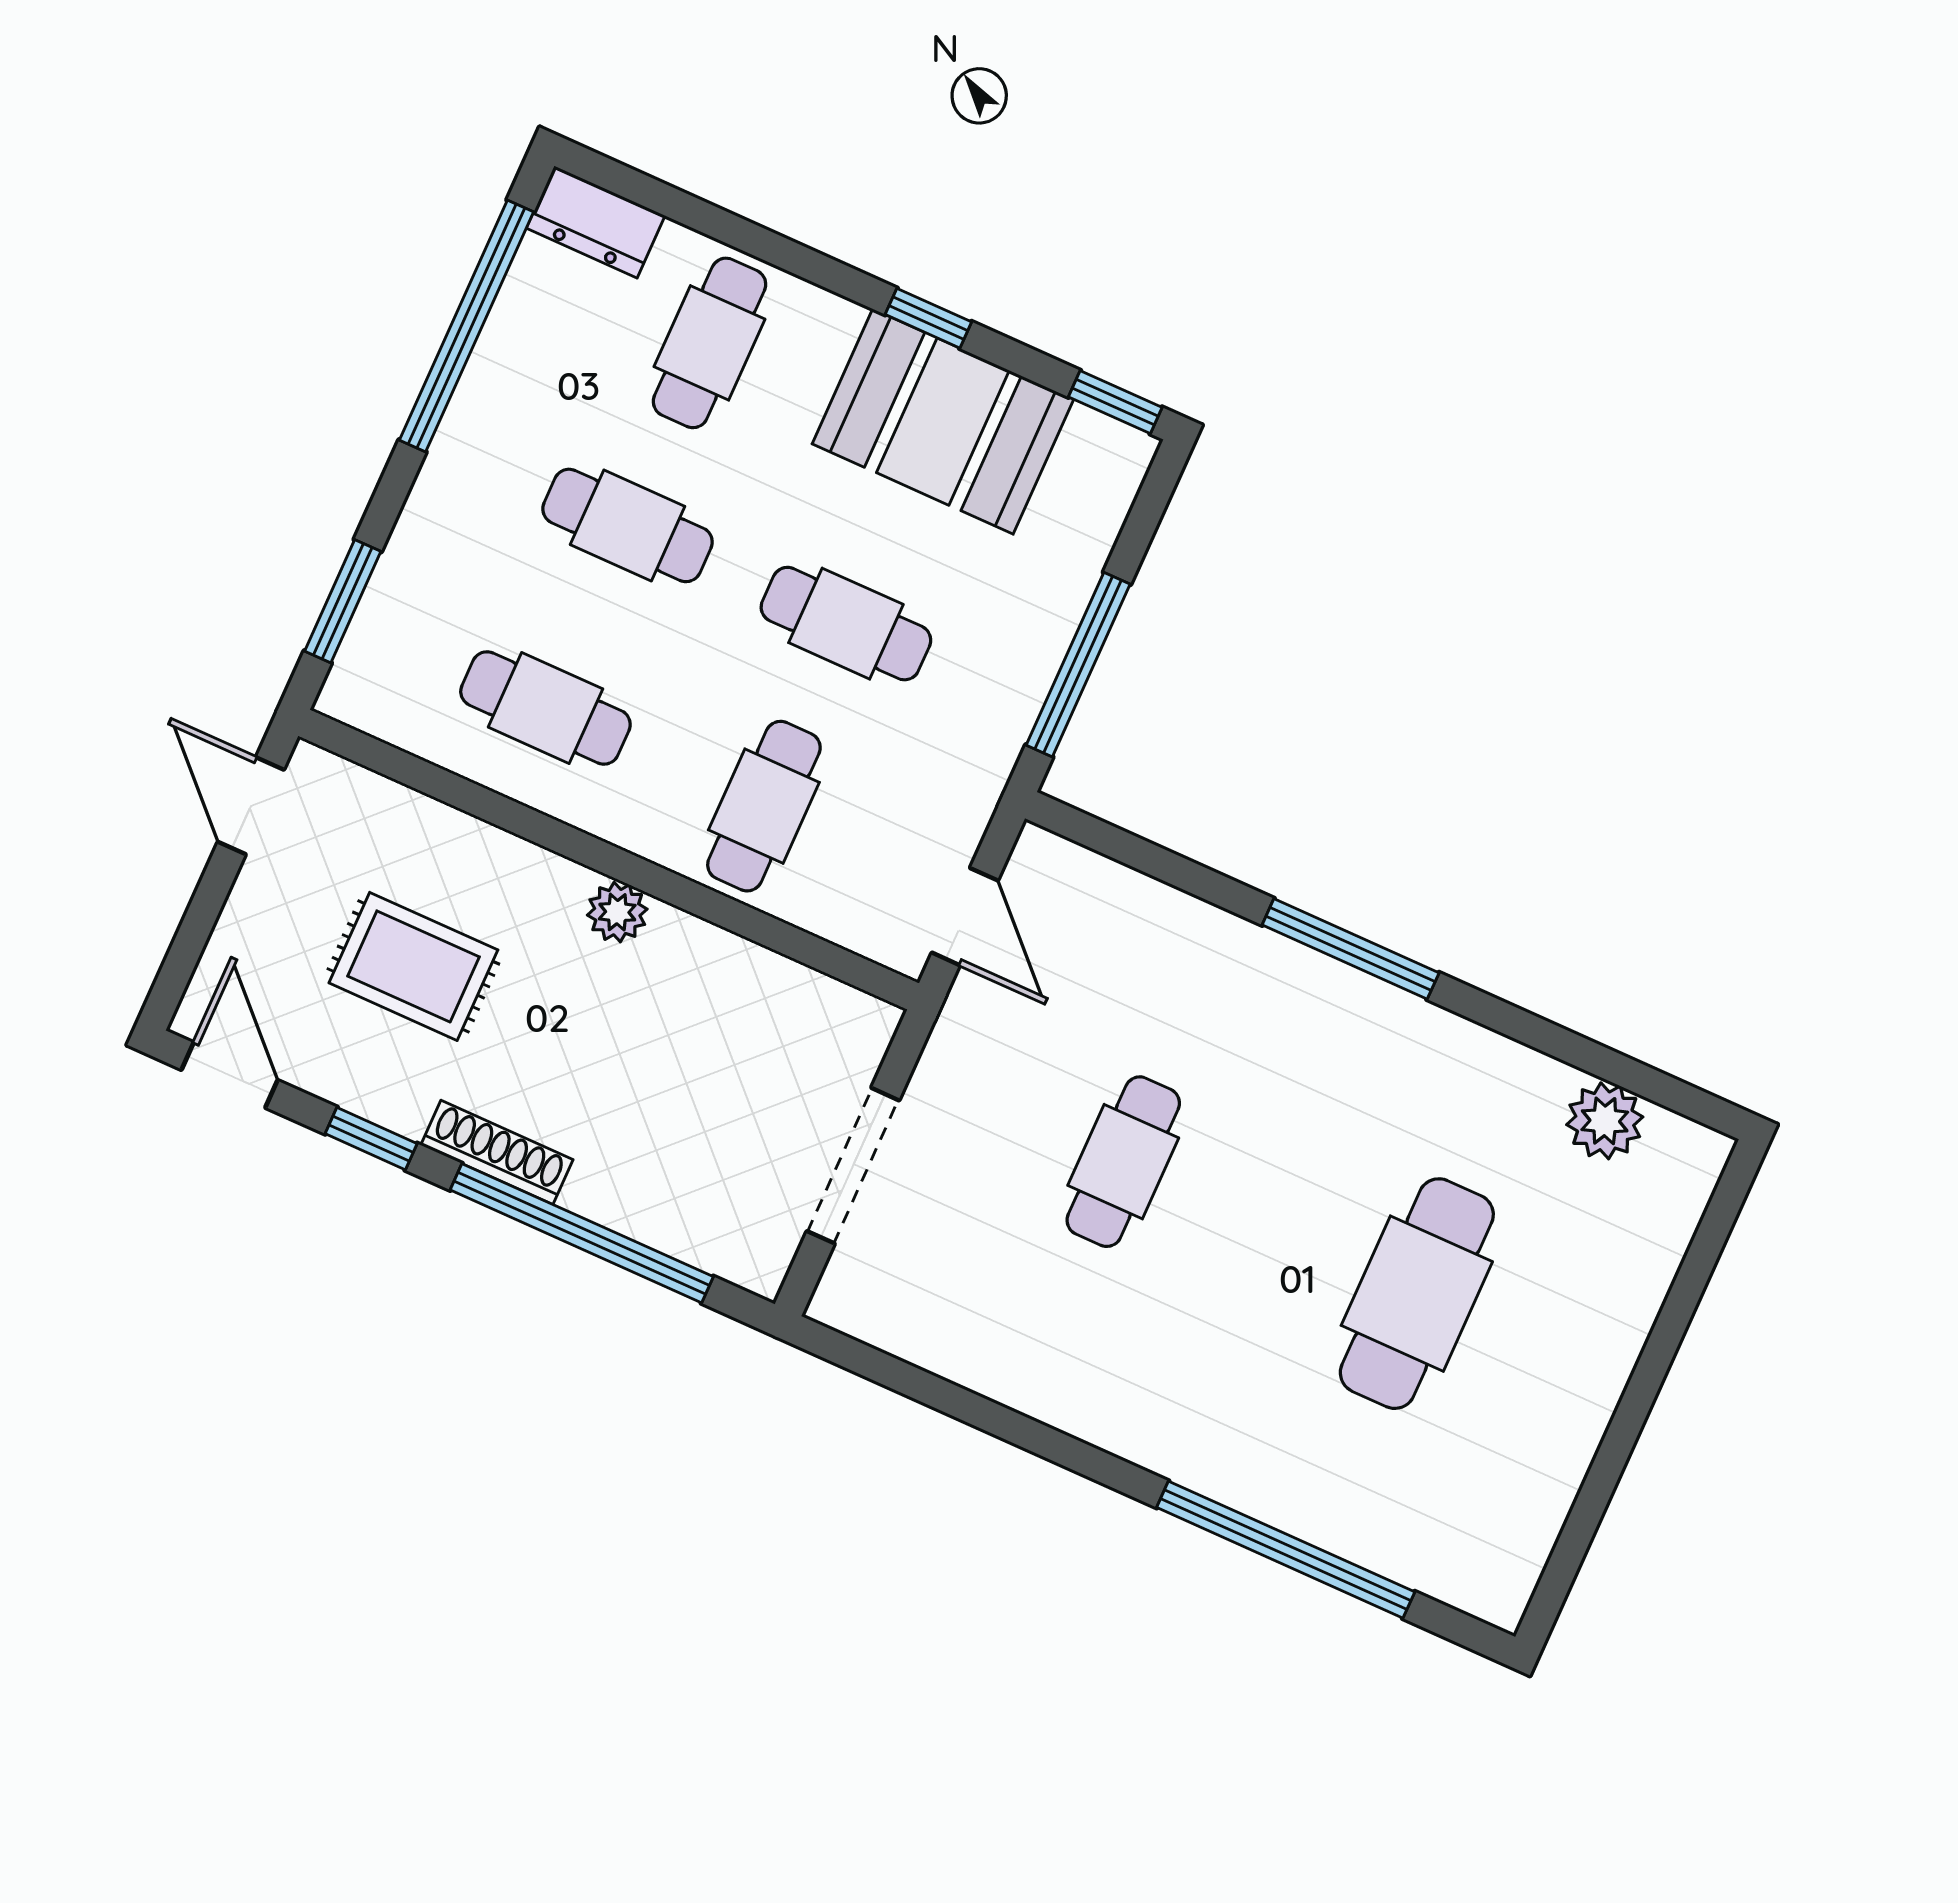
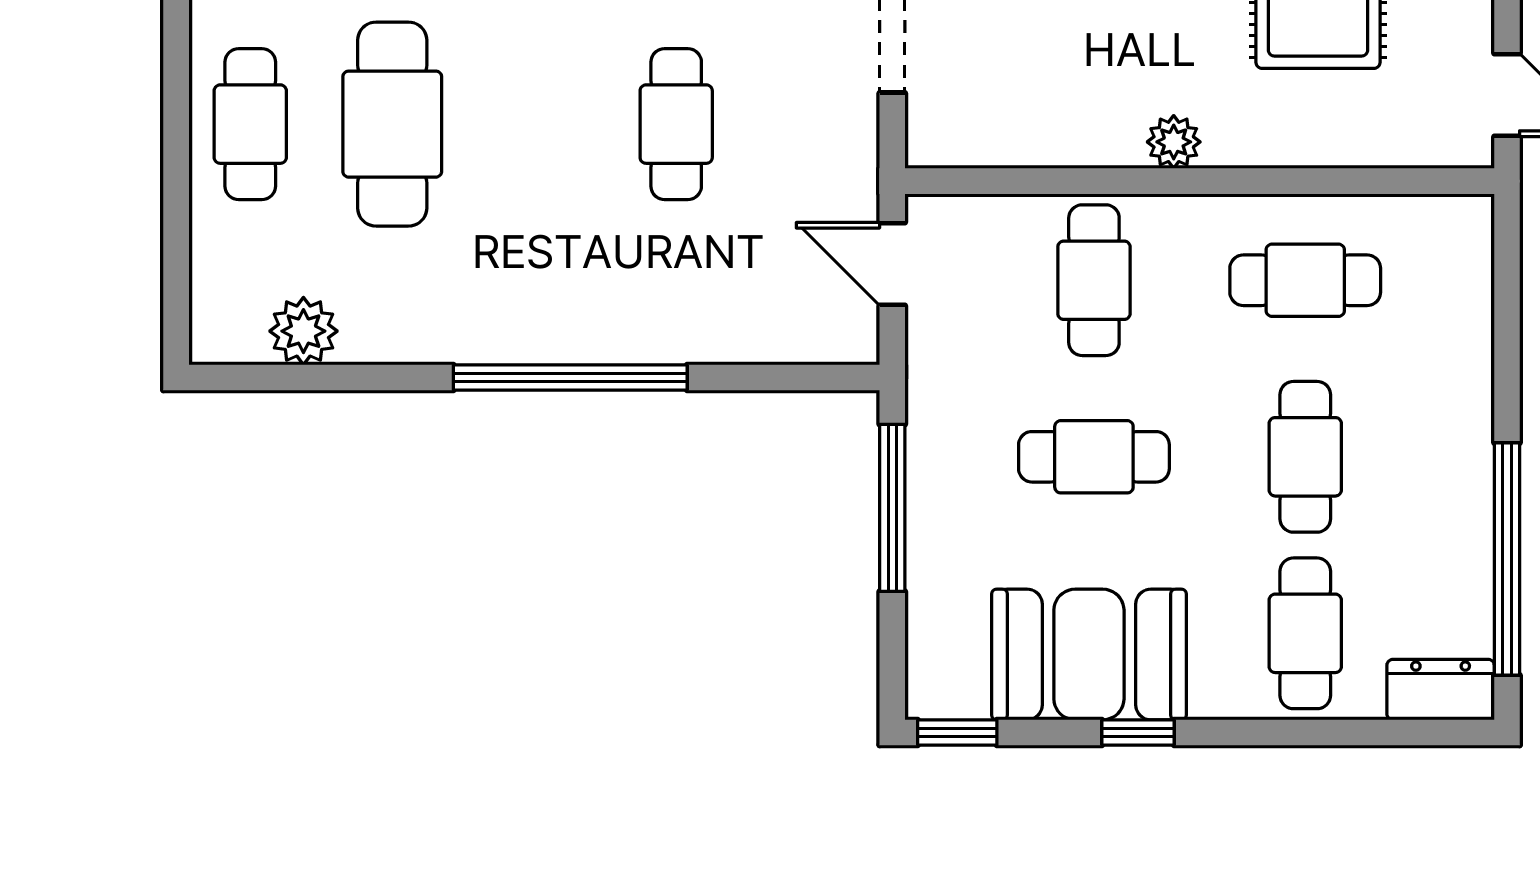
cafe table: (628, 525) -> (1305, 457), turned 90
window: (343, 601) -> (1507, 293), removed
window: (1351, 949) -> (570, 378), width x1.46
cafe table: (1564, 1360) -> (250, 124), added

